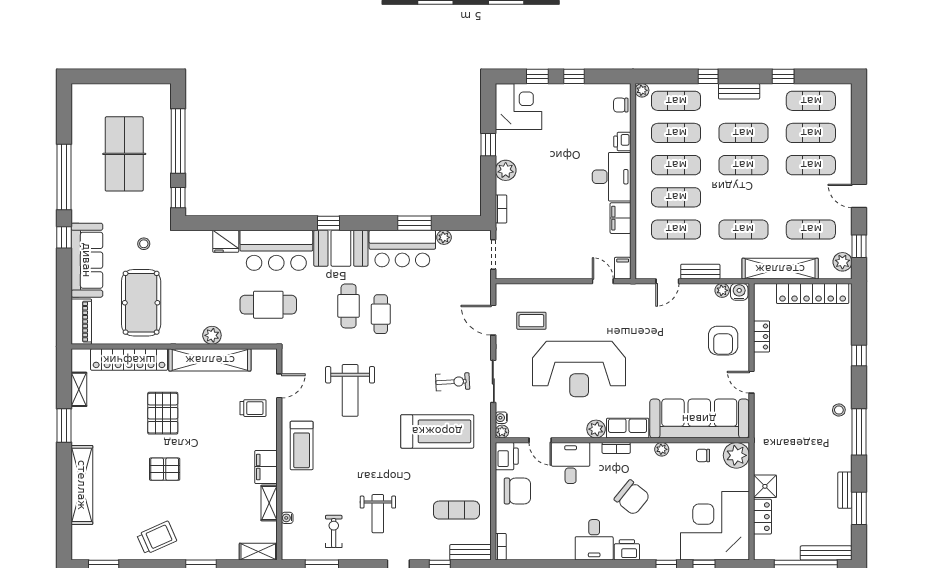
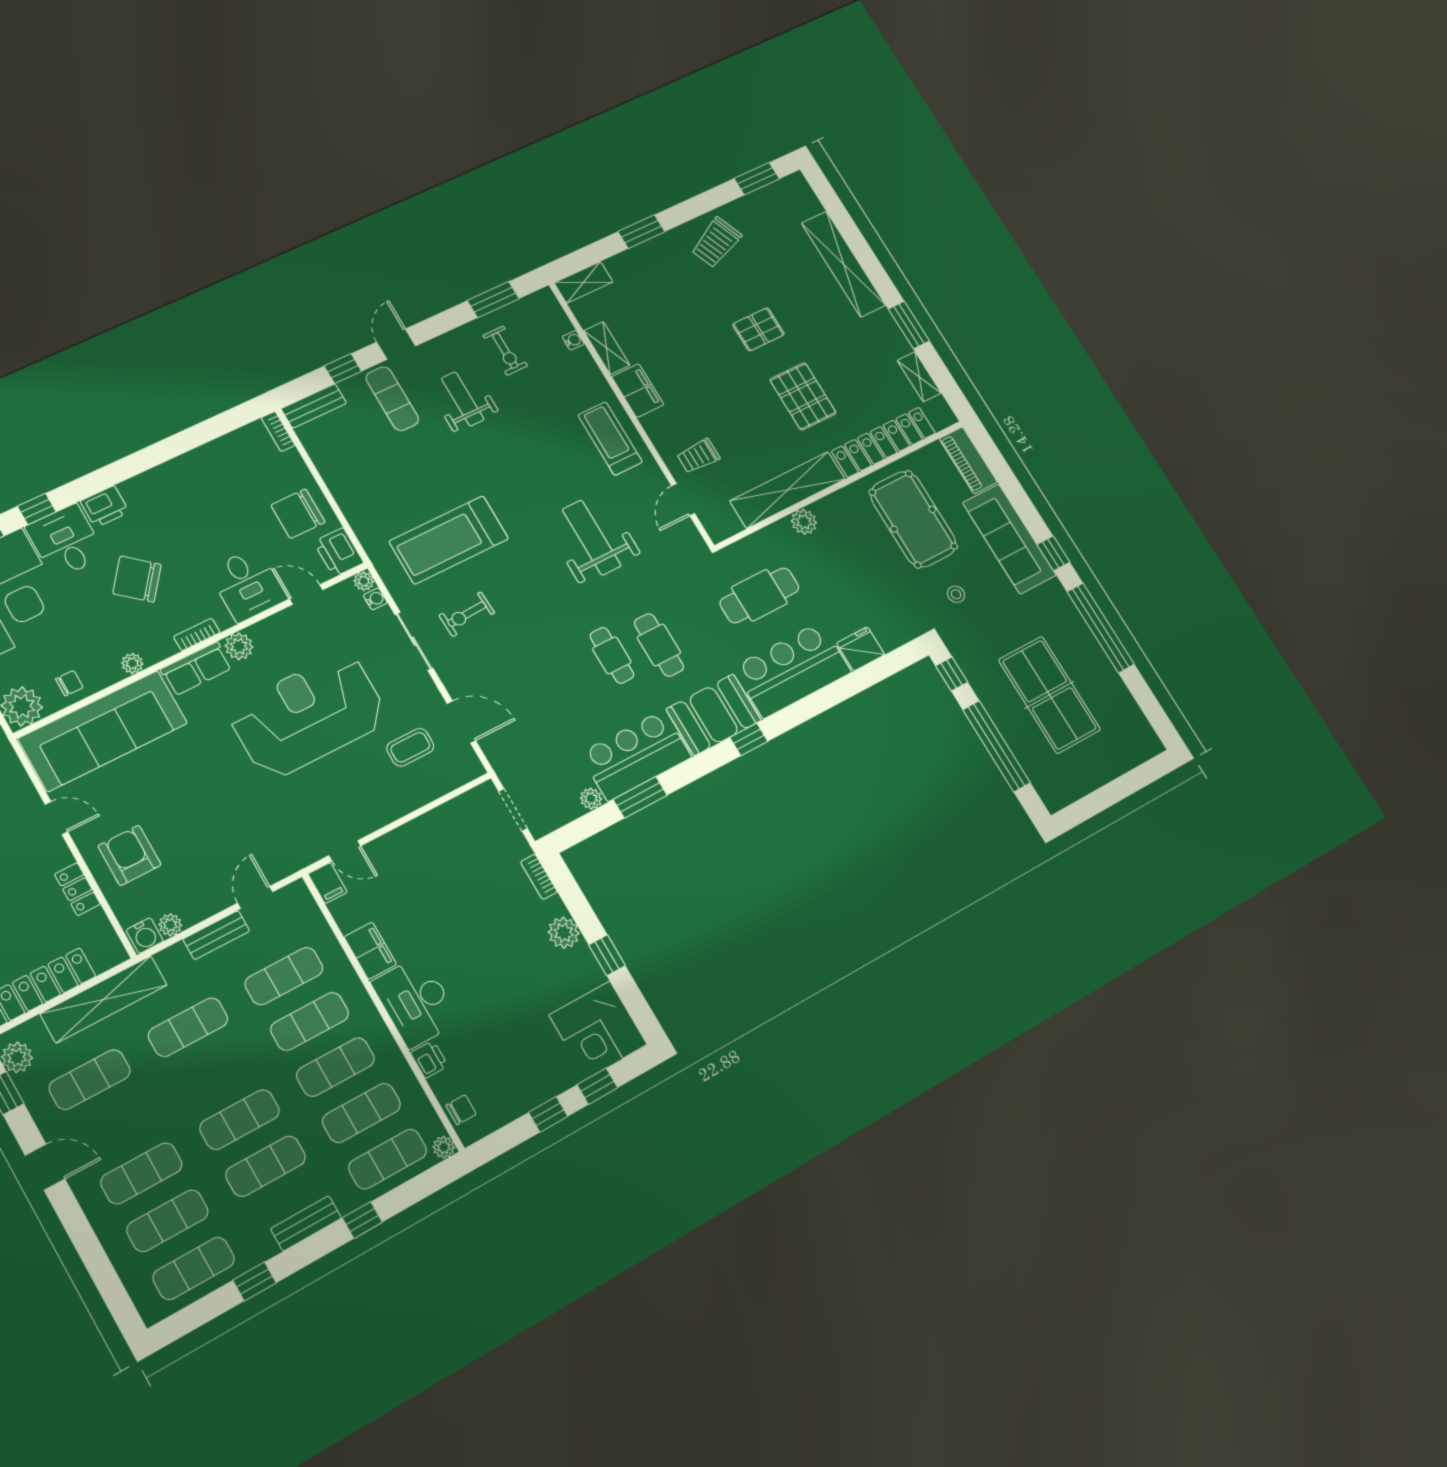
exercise mat: (456, 510) -> (392, 399), moved, turned 90
desk: (594, 540) -> (66, 541), moved

